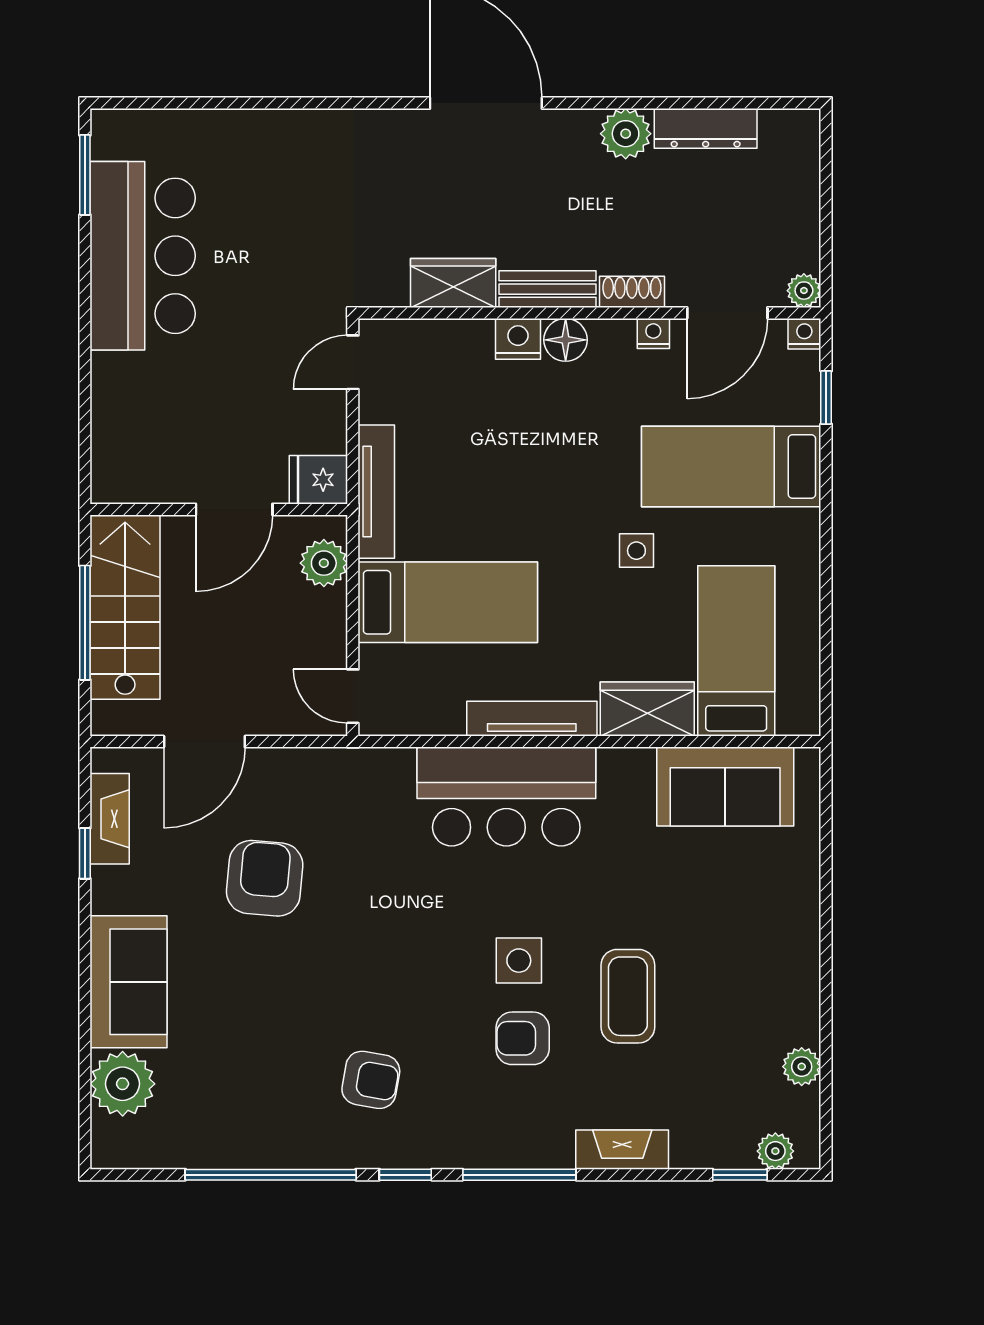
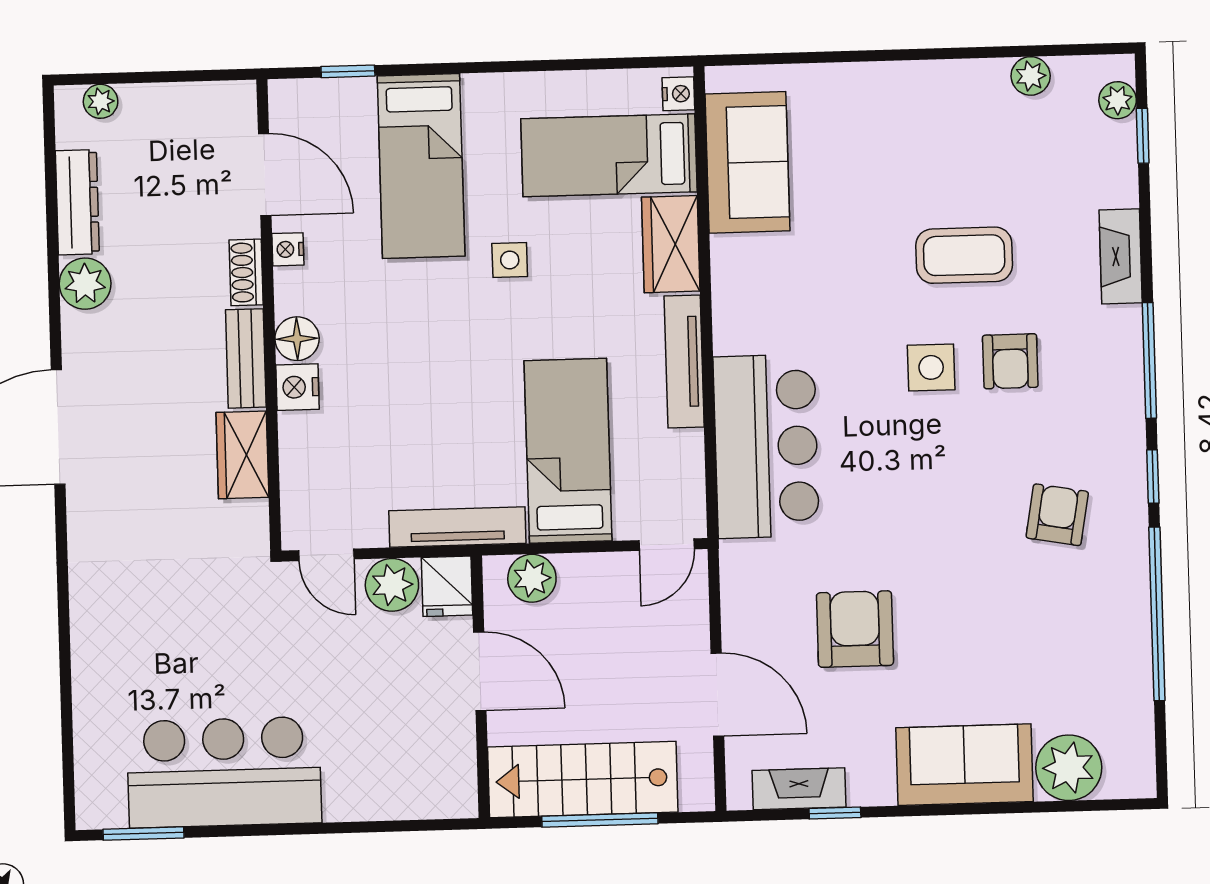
plant: (804, 291) -> (101, 101), moved
nightstand: (804, 334) -> (678, 94), moved, turned 180
plant: (321, 426) -> (392, 585), added
bar counter: (506, 797) -> (766, 446), moved
armchair: (265, 878) -> (855, 629), turned 85

